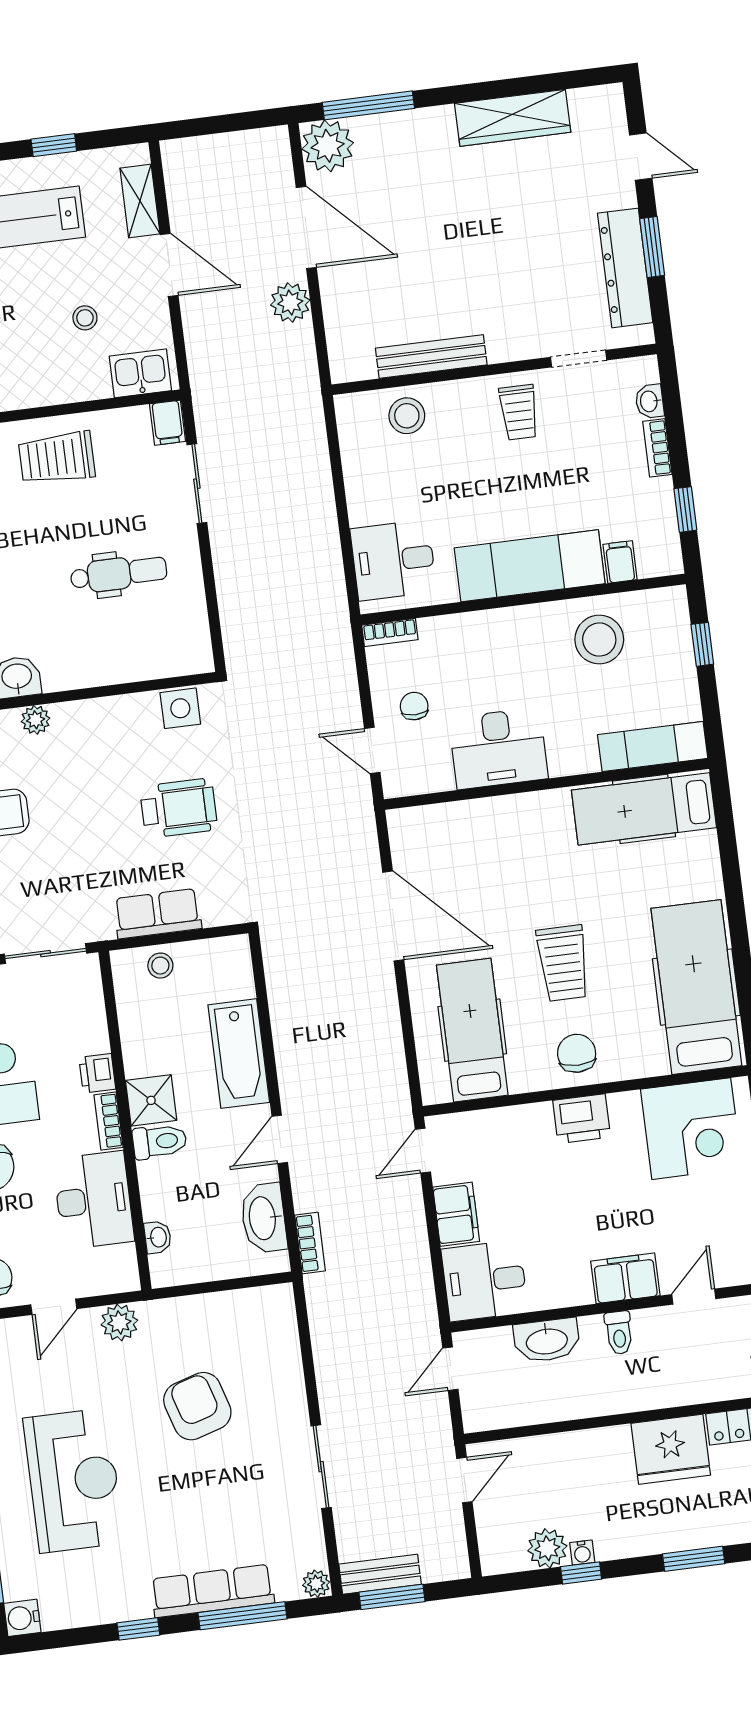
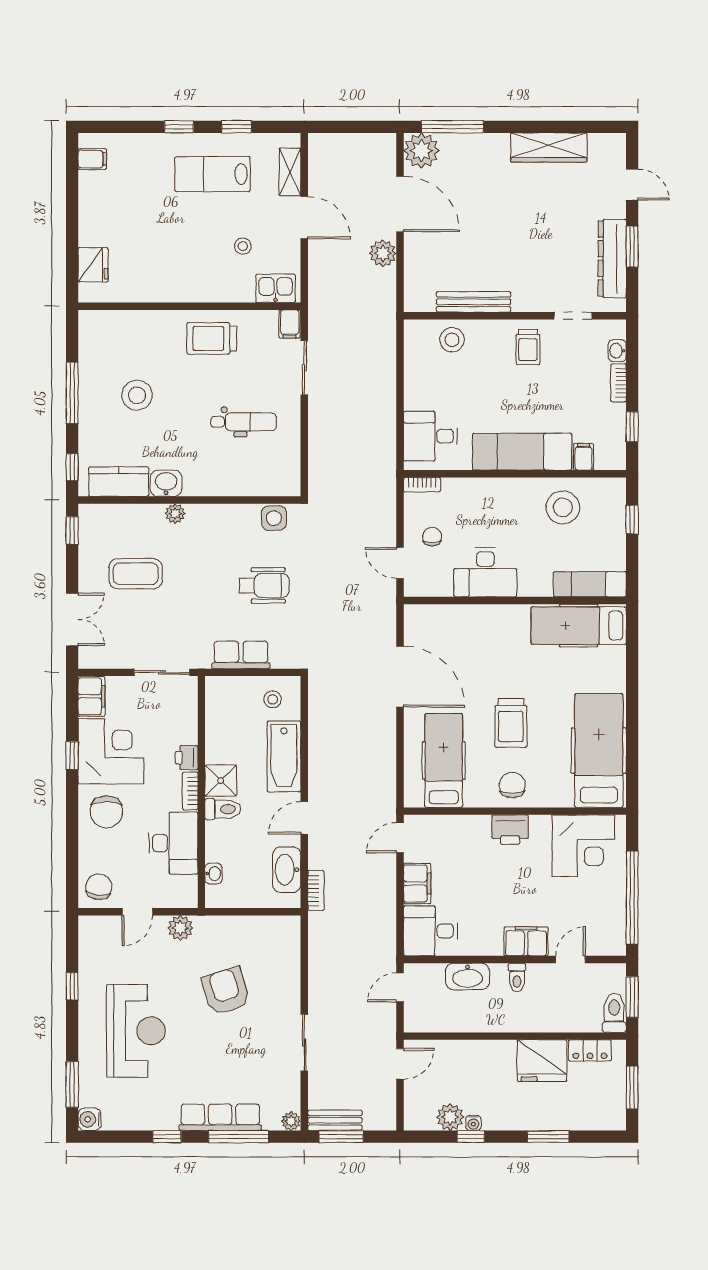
stool: (160, 966) -> (273, 699), moved

